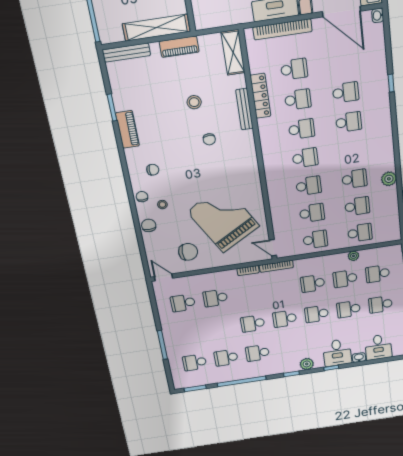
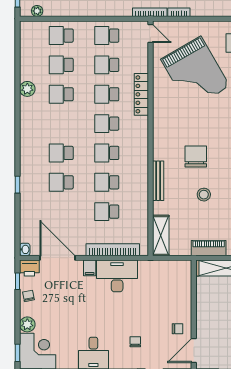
locker: (260, 96) -> (141, 94), moved
chair: (209, 139) -> (196, 156), width x1.87, depth x1.87
plant: (353, 256) -> (37, 11), moved

